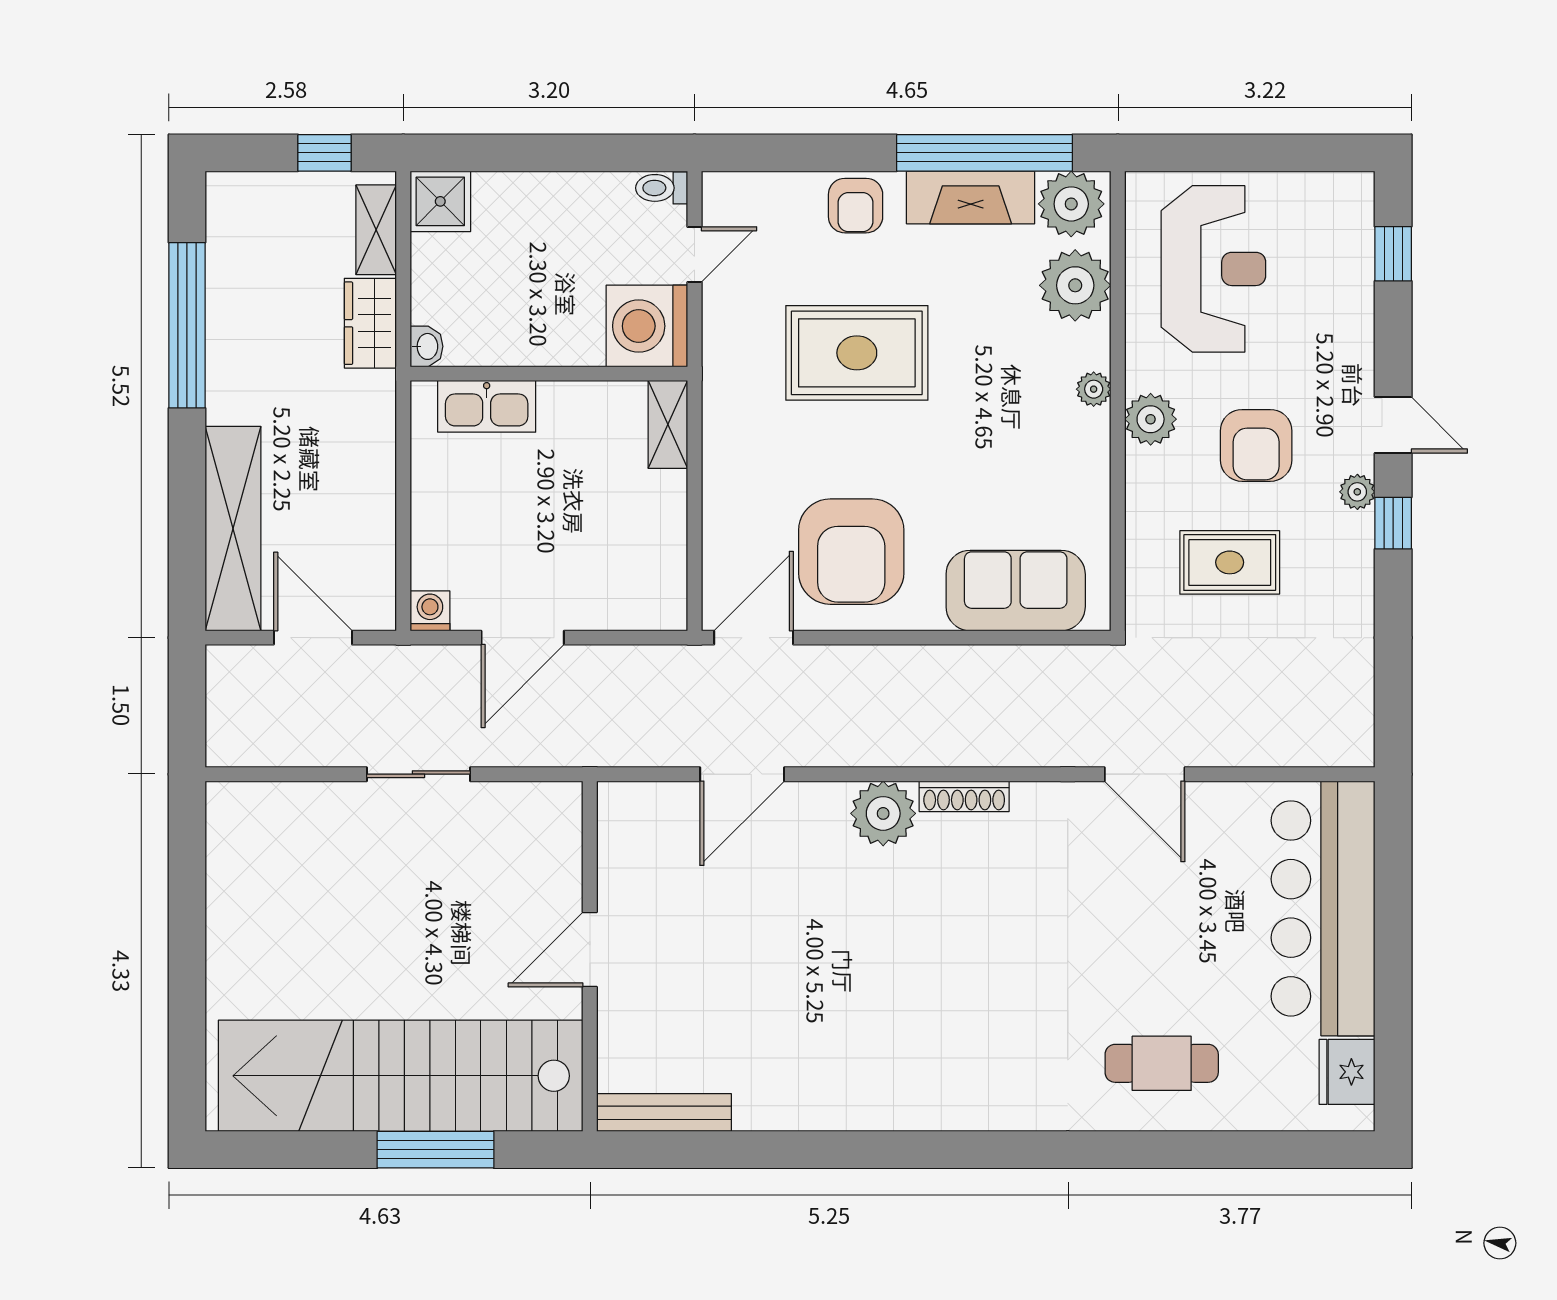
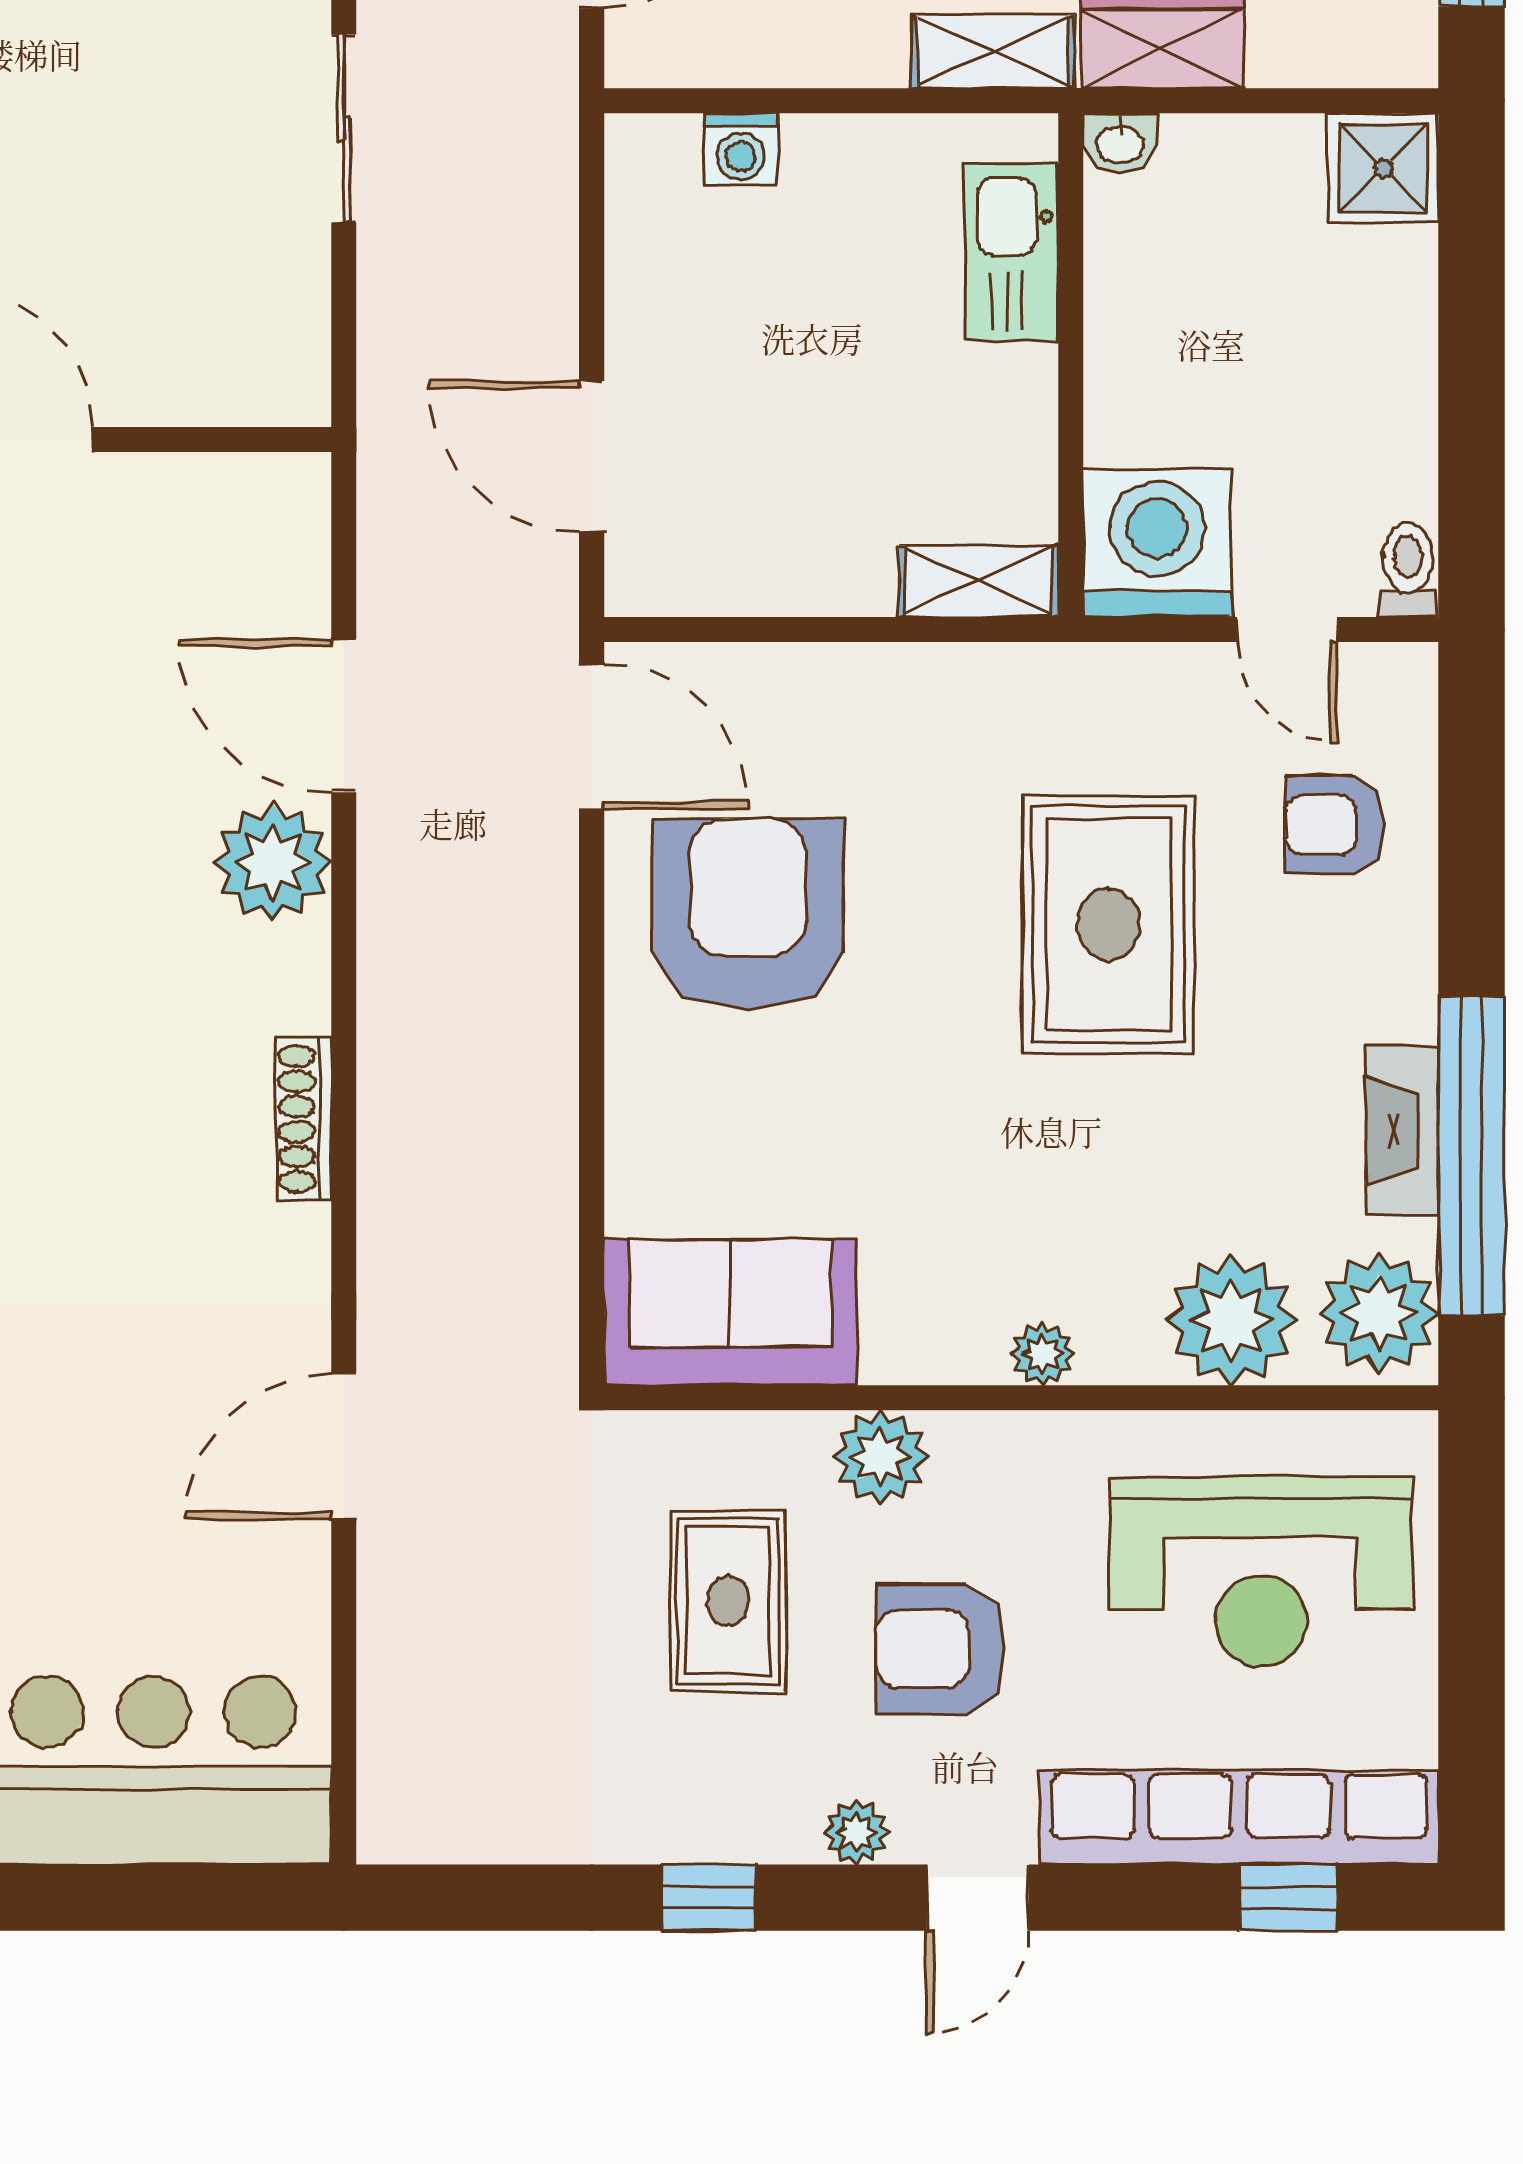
fireplace: (971, 197) -> (1402, 1131), width x0.73, depth x0.76
armchair: (856, 206) -> (1335, 825), moved
shelving: (376, 230) -> (993, 52), moved
row of seats: (1349, 281) -> (1239, 1817), added
plant: (1151, 419) -> (880, 1457), moved
window: (1393, 523) -> (709, 1898), moved
armchair: (851, 552) -> (748, 914), turned 90
sofa: (1016, 591) -> (730, 1312), moved, turned -90
washing machine: (430, 611) -> (741, 149), moved, turned 90
door: (523, 638) -> (592, 456), moved
plant: (883, 813) -> (273, 862), moved

